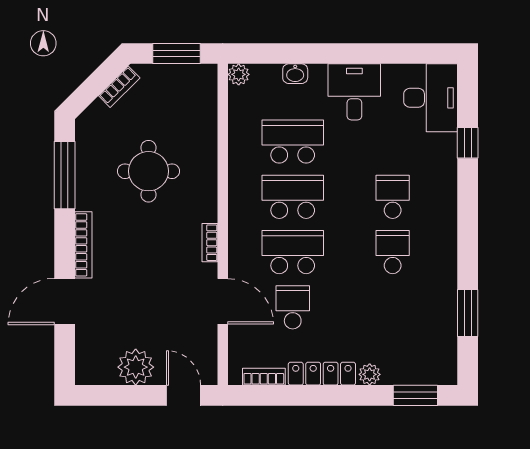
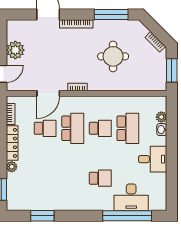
plant: (239, 74) -> (161, 117), moved
desk: (431, 98) -> (131, 197), moved
window: (468, 143) -> (127, 216), width x3.17
school desk: (293, 197) -> (100, 128), width x0.54
school desk: (393, 252) -> (73, 178), removed

